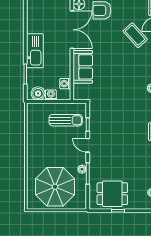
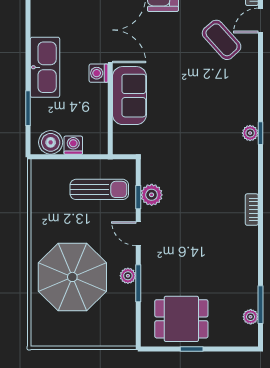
washing machine: (65, 84) -> (99, 73), moved
plant: (95, 123) -> (152, 195), added
parasol: (55, 187) -> (72, 277), moved

